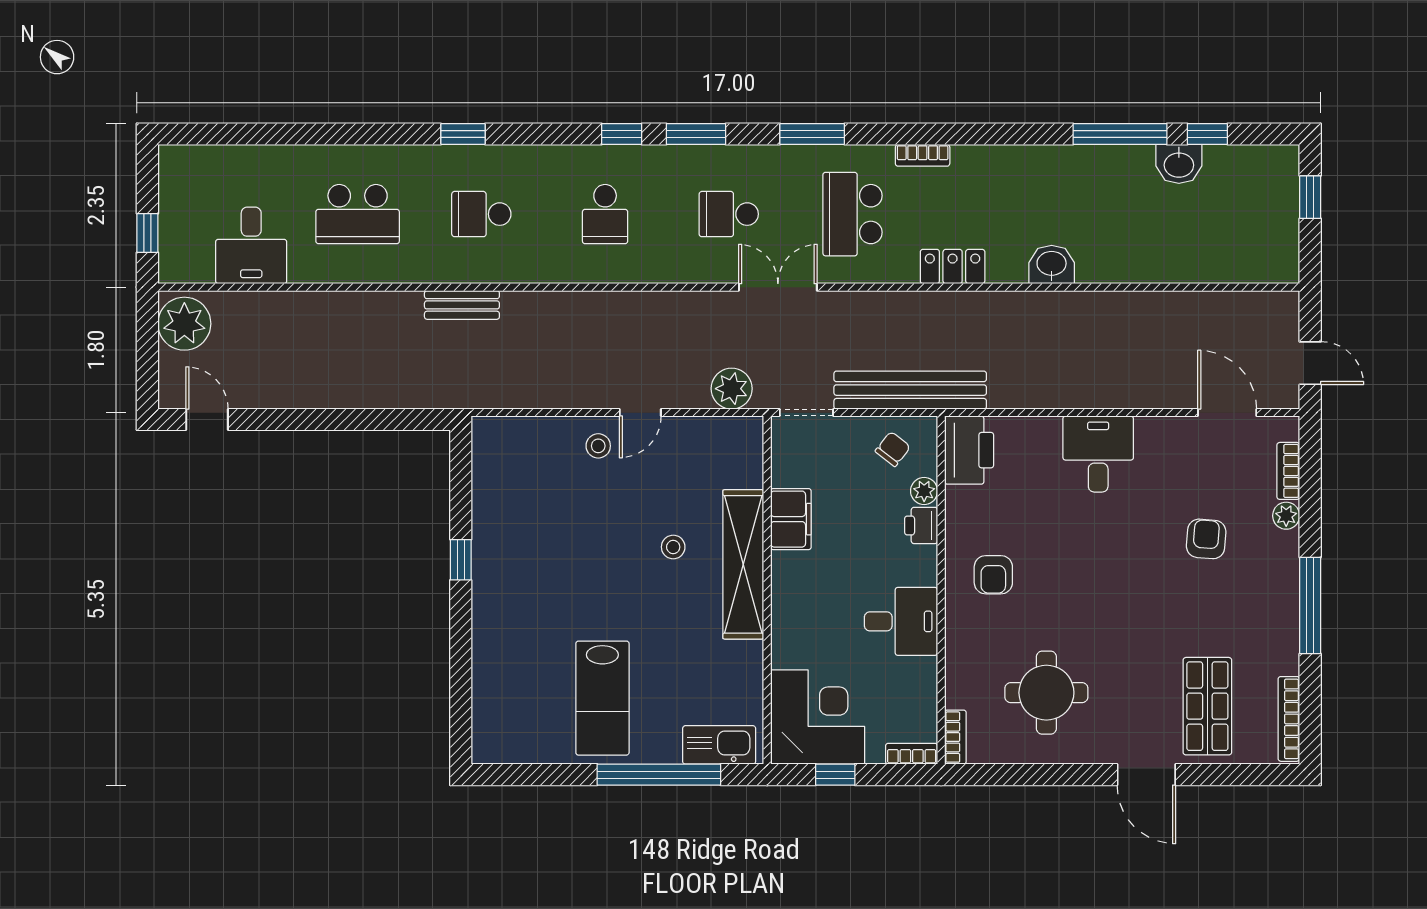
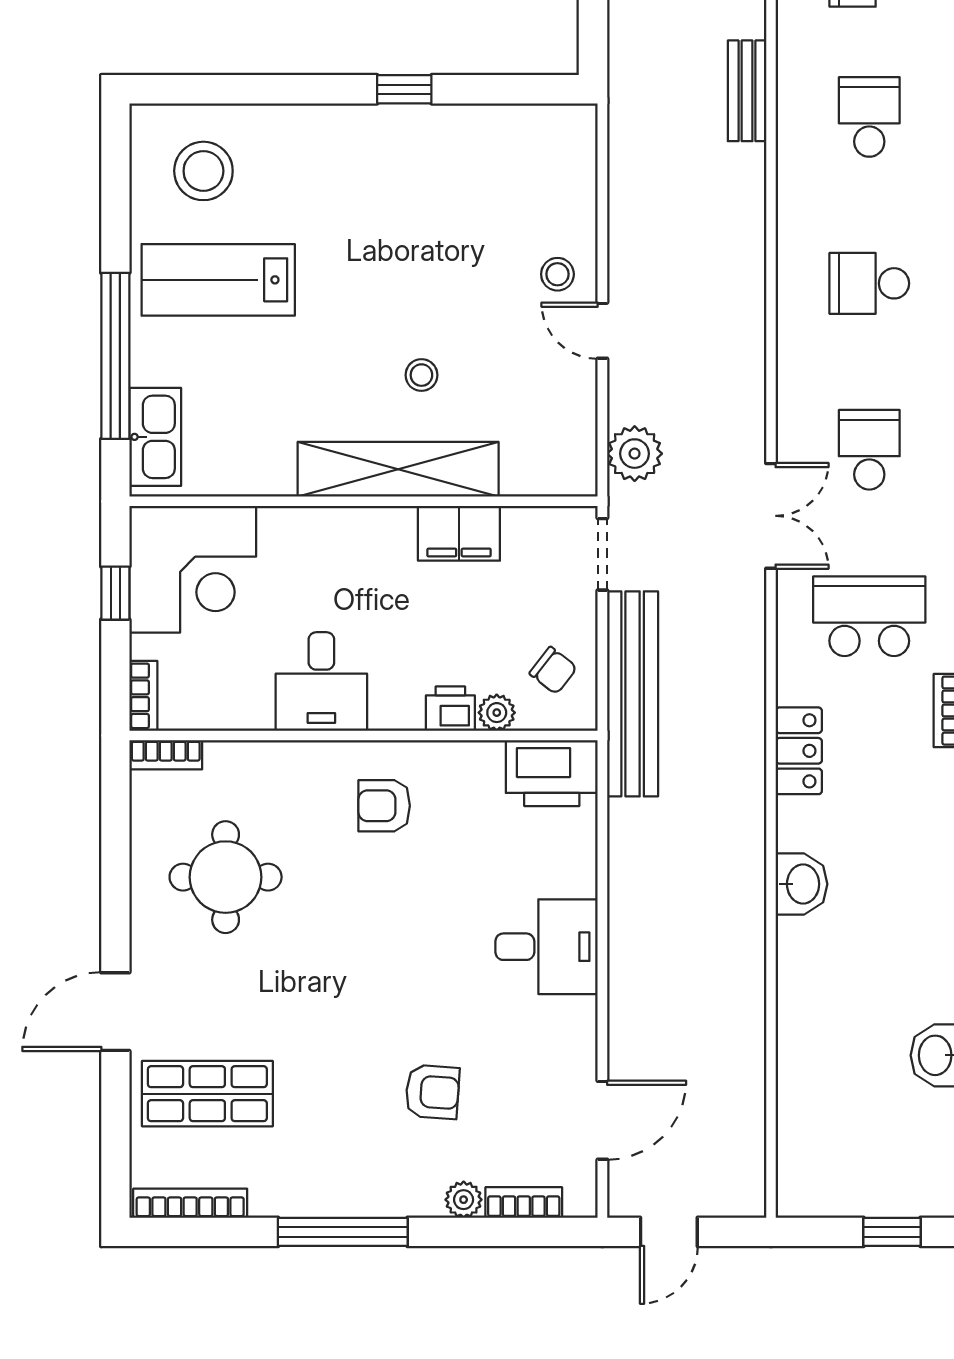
stool: (521, 709) -> (203, 171), added

